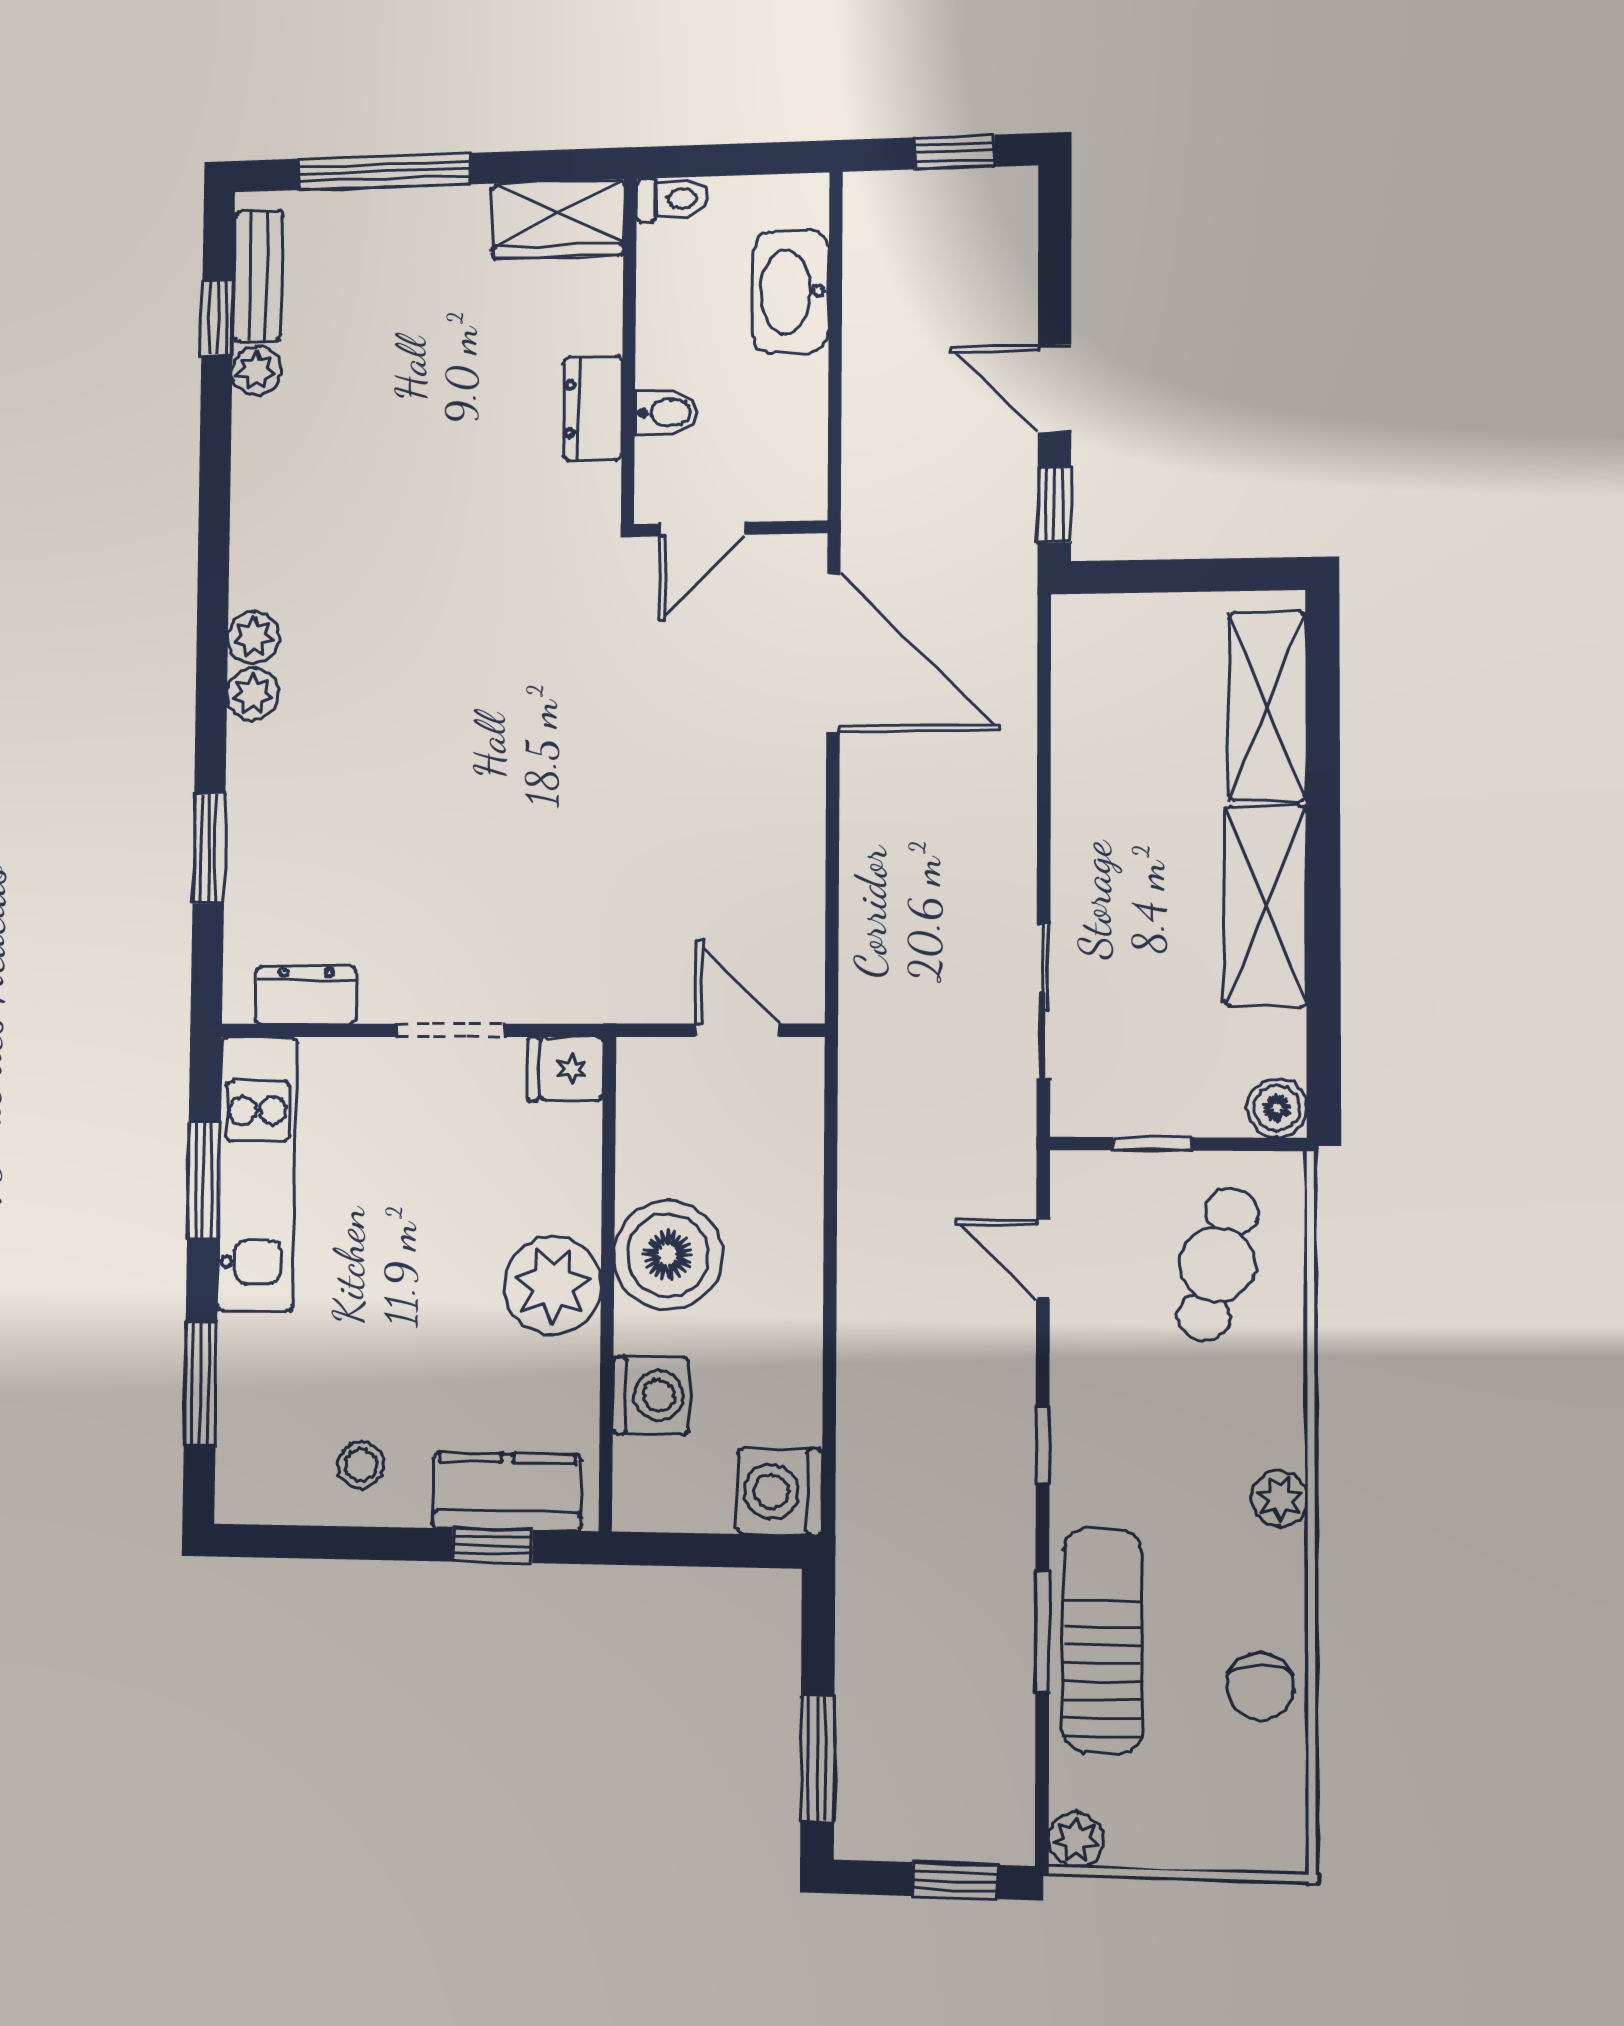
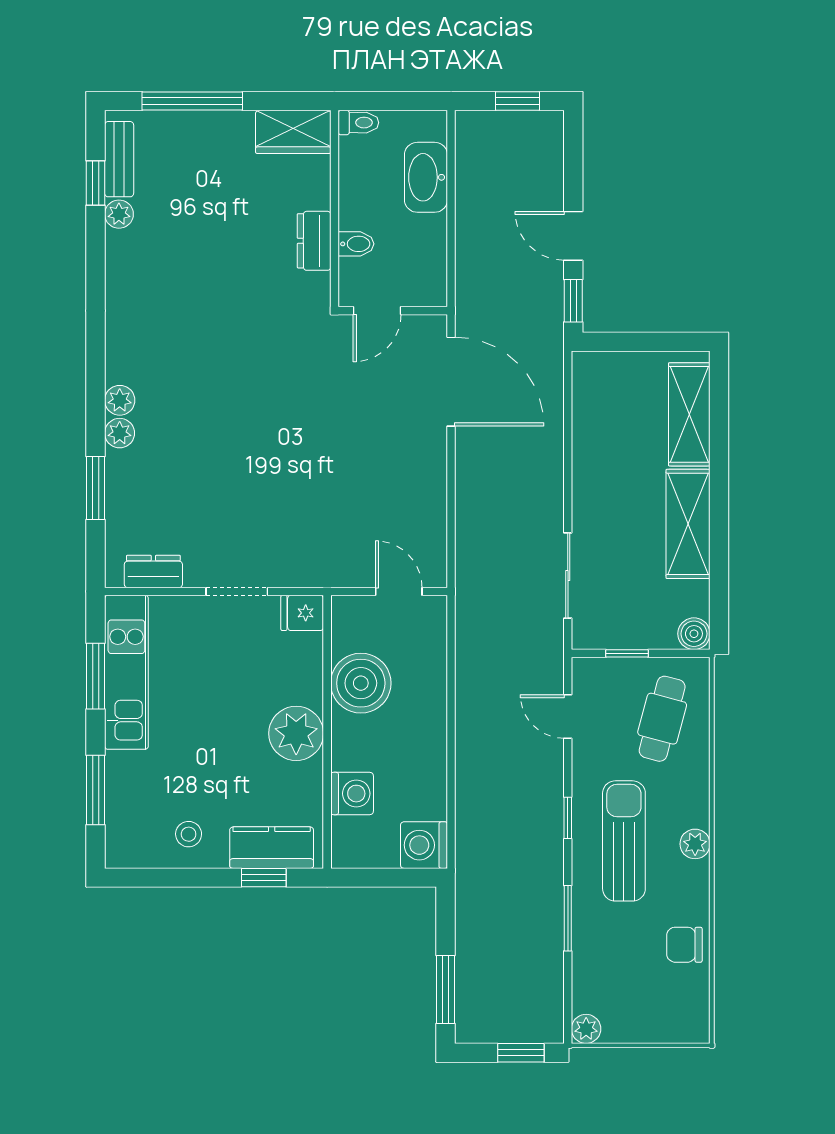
plant: (253, 637) -> (120, 433), moved
boiler: (668, 1255) -> (361, 683), moved
sun lounger: (1102, 1641) -> (624, 841), moved
chair: (1260, 1687) -> (684, 945), turned 90

